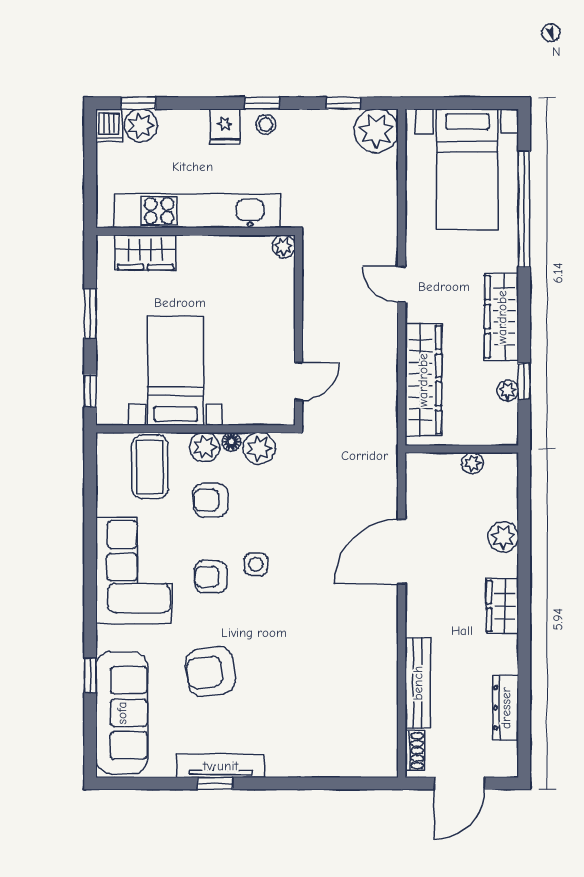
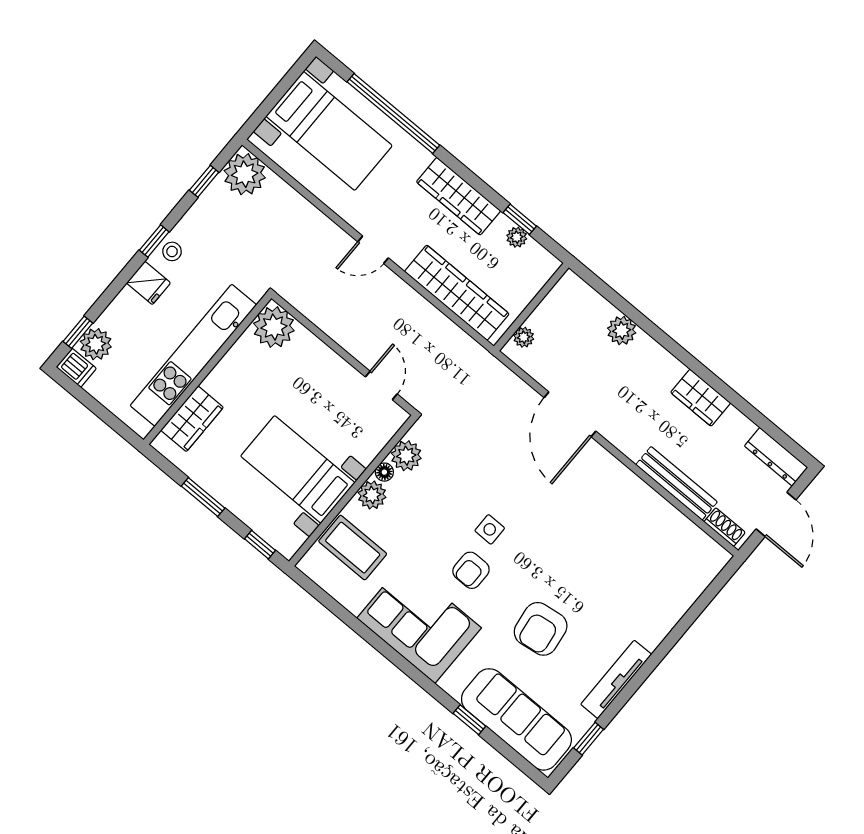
plant: (284, 246) -> (274, 327), width x1.88, depth x1.88
plant: (472, 463) -> (524, 337), moved
armchair: (211, 500) -> (414, 523), removed
wardrobe: (502, 606) -> (701, 398), moved
dresser: (506, 708) -> (776, 457), moved
window: (215, 783) -> (589, 739), moved

